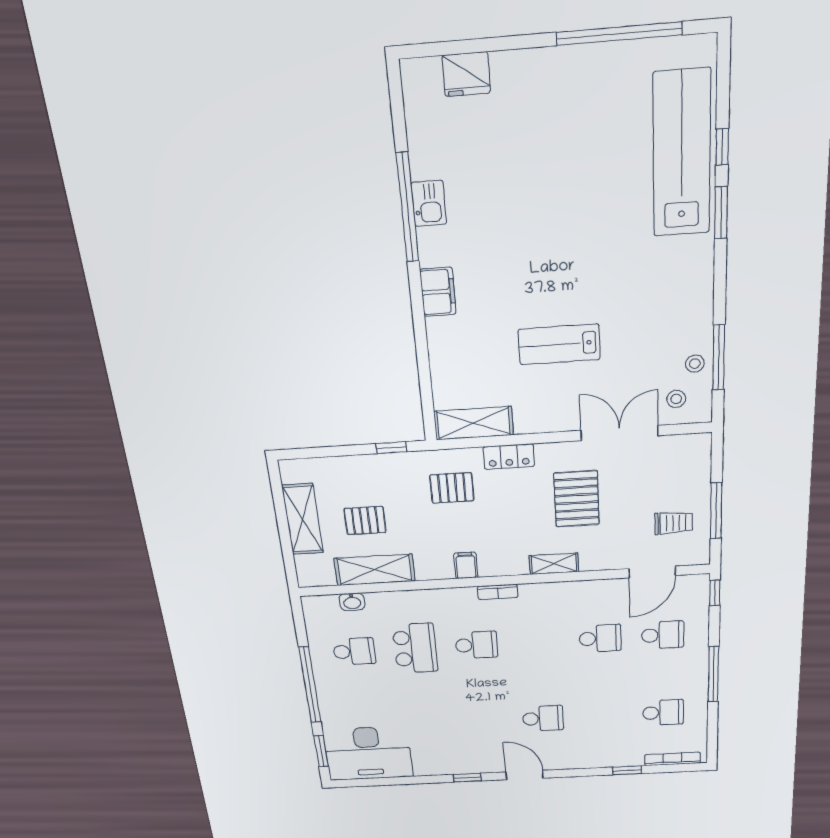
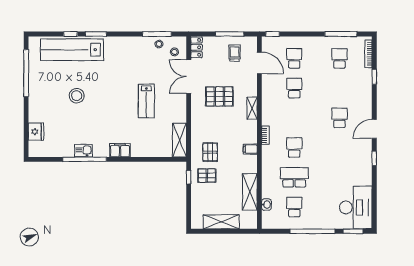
stool: (565, 175) -> (77, 96), added
locker: (509, 457) -> (197, 47), moved
pallet: (365, 521) -> (207, 176), moved, turned 90
window: (713, 674) -> (341, 34), moved

